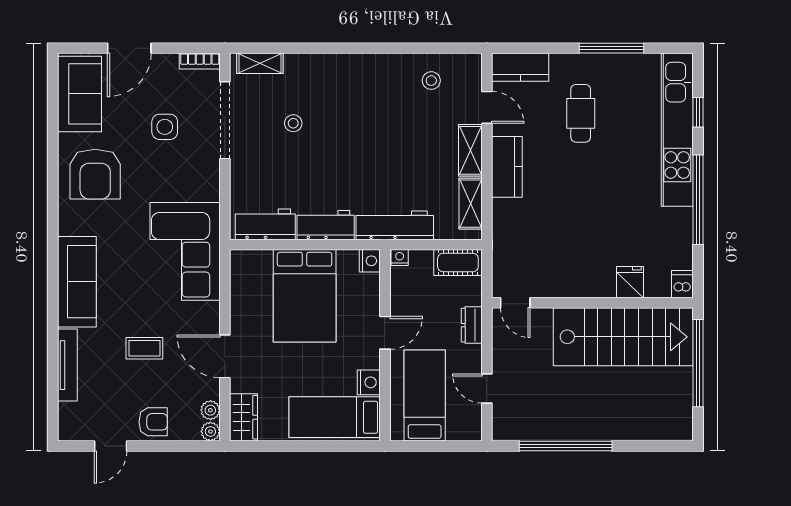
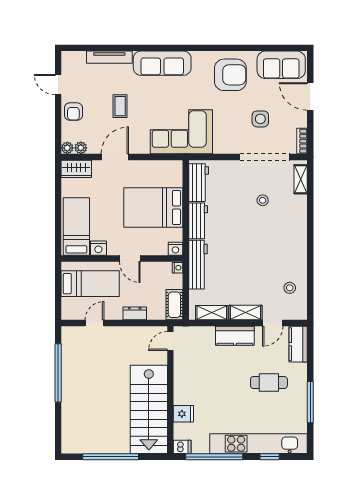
armchair: (95, 174) -> (230, 75), turned 180
fridge: (630, 282) -> (183, 414), moved
dishwasher: (682, 284) -> (182, 447), moved
door: (515, 303) -> (170, 341), moved
wall: (592, 303) -> (170, 390), moved
stairs: (623, 337) -> (149, 409), moved

